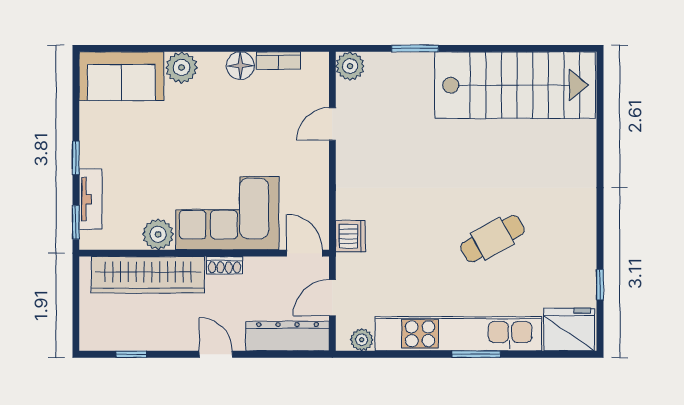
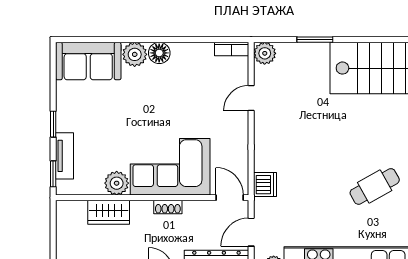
bookcase: (278, 61) -> (232, 49), moved
floor lamp: (240, 66) -> (159, 53), moved
wardrobe: (148, 275) -> (109, 212), width x0.48, depth x0.85

